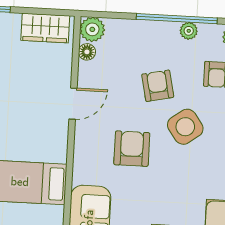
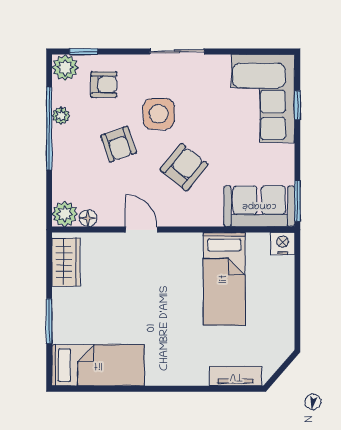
armchair: (158, 86) -> (119, 144), turned -97
side table: (185, 127) -> (159, 114), turned 36
armchair: (132, 149) -> (184, 167), turned 129

